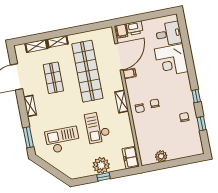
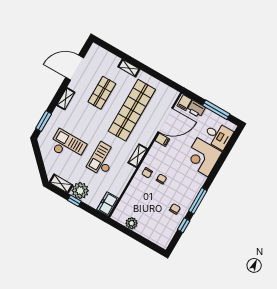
window: (150, 16) -> (216, 110), added
shelving: (36, 46) -> (61, 184), moved
window: (196, 96) -> (198, 201), width x2.17

